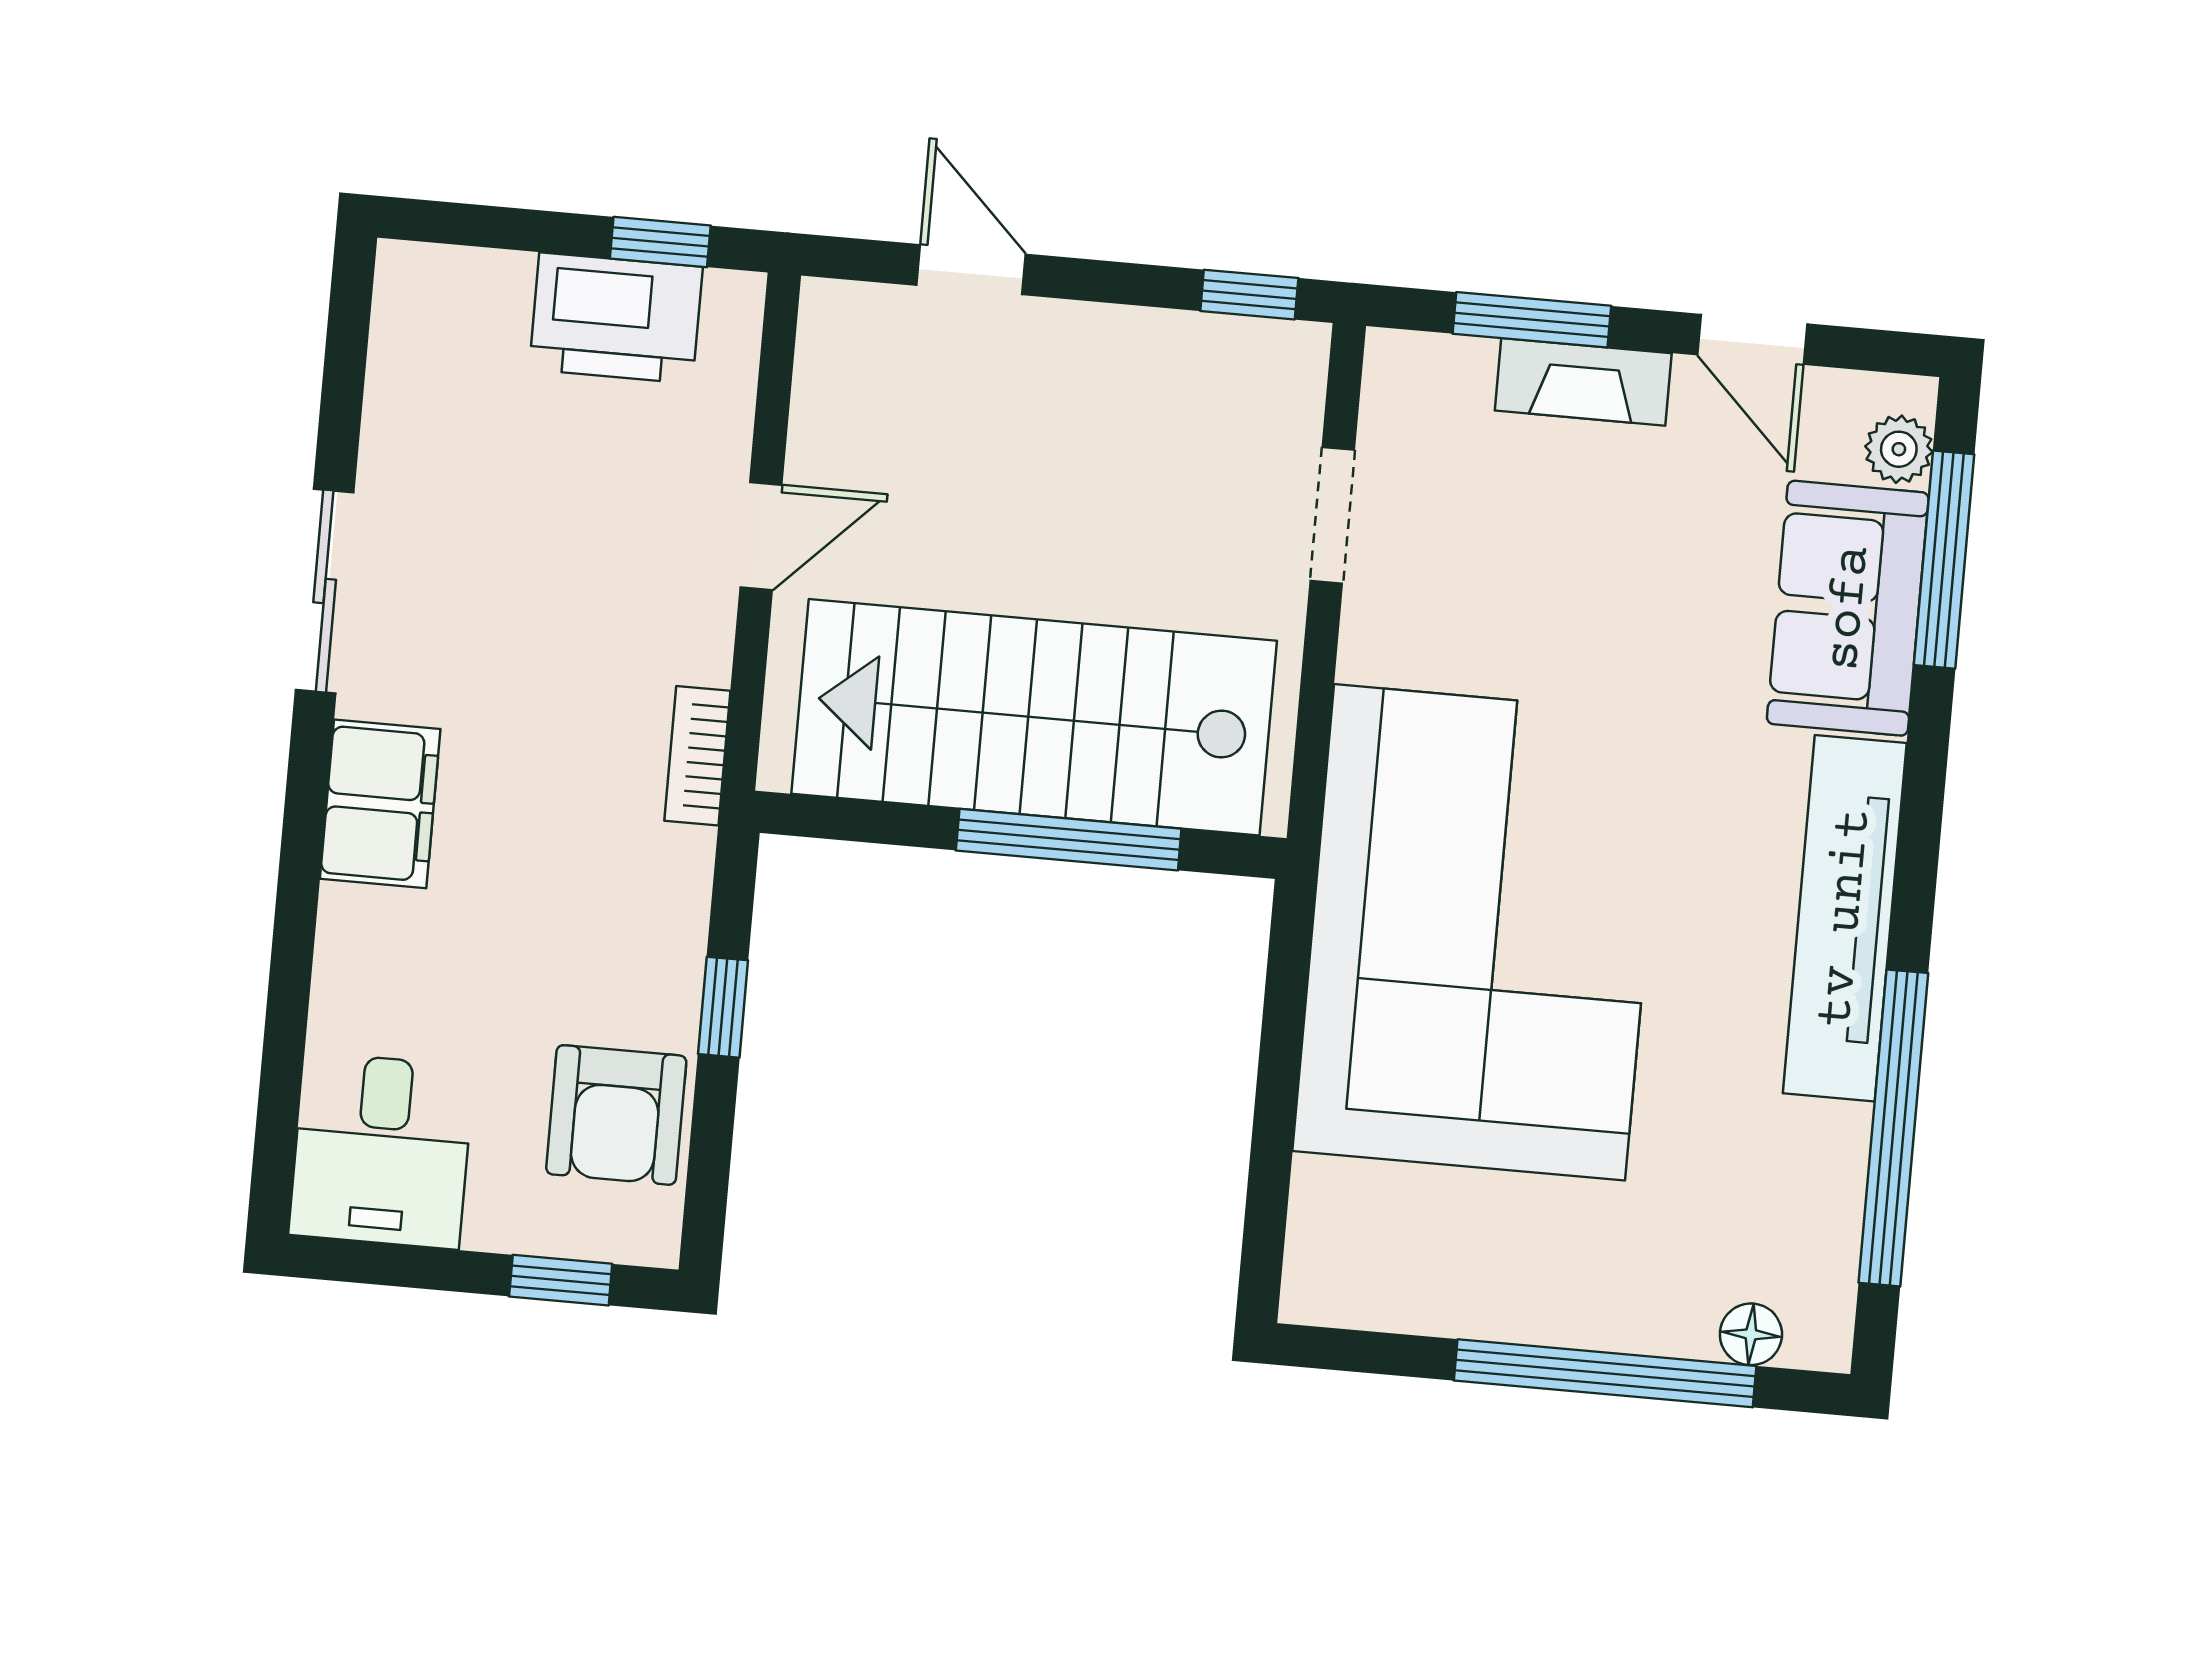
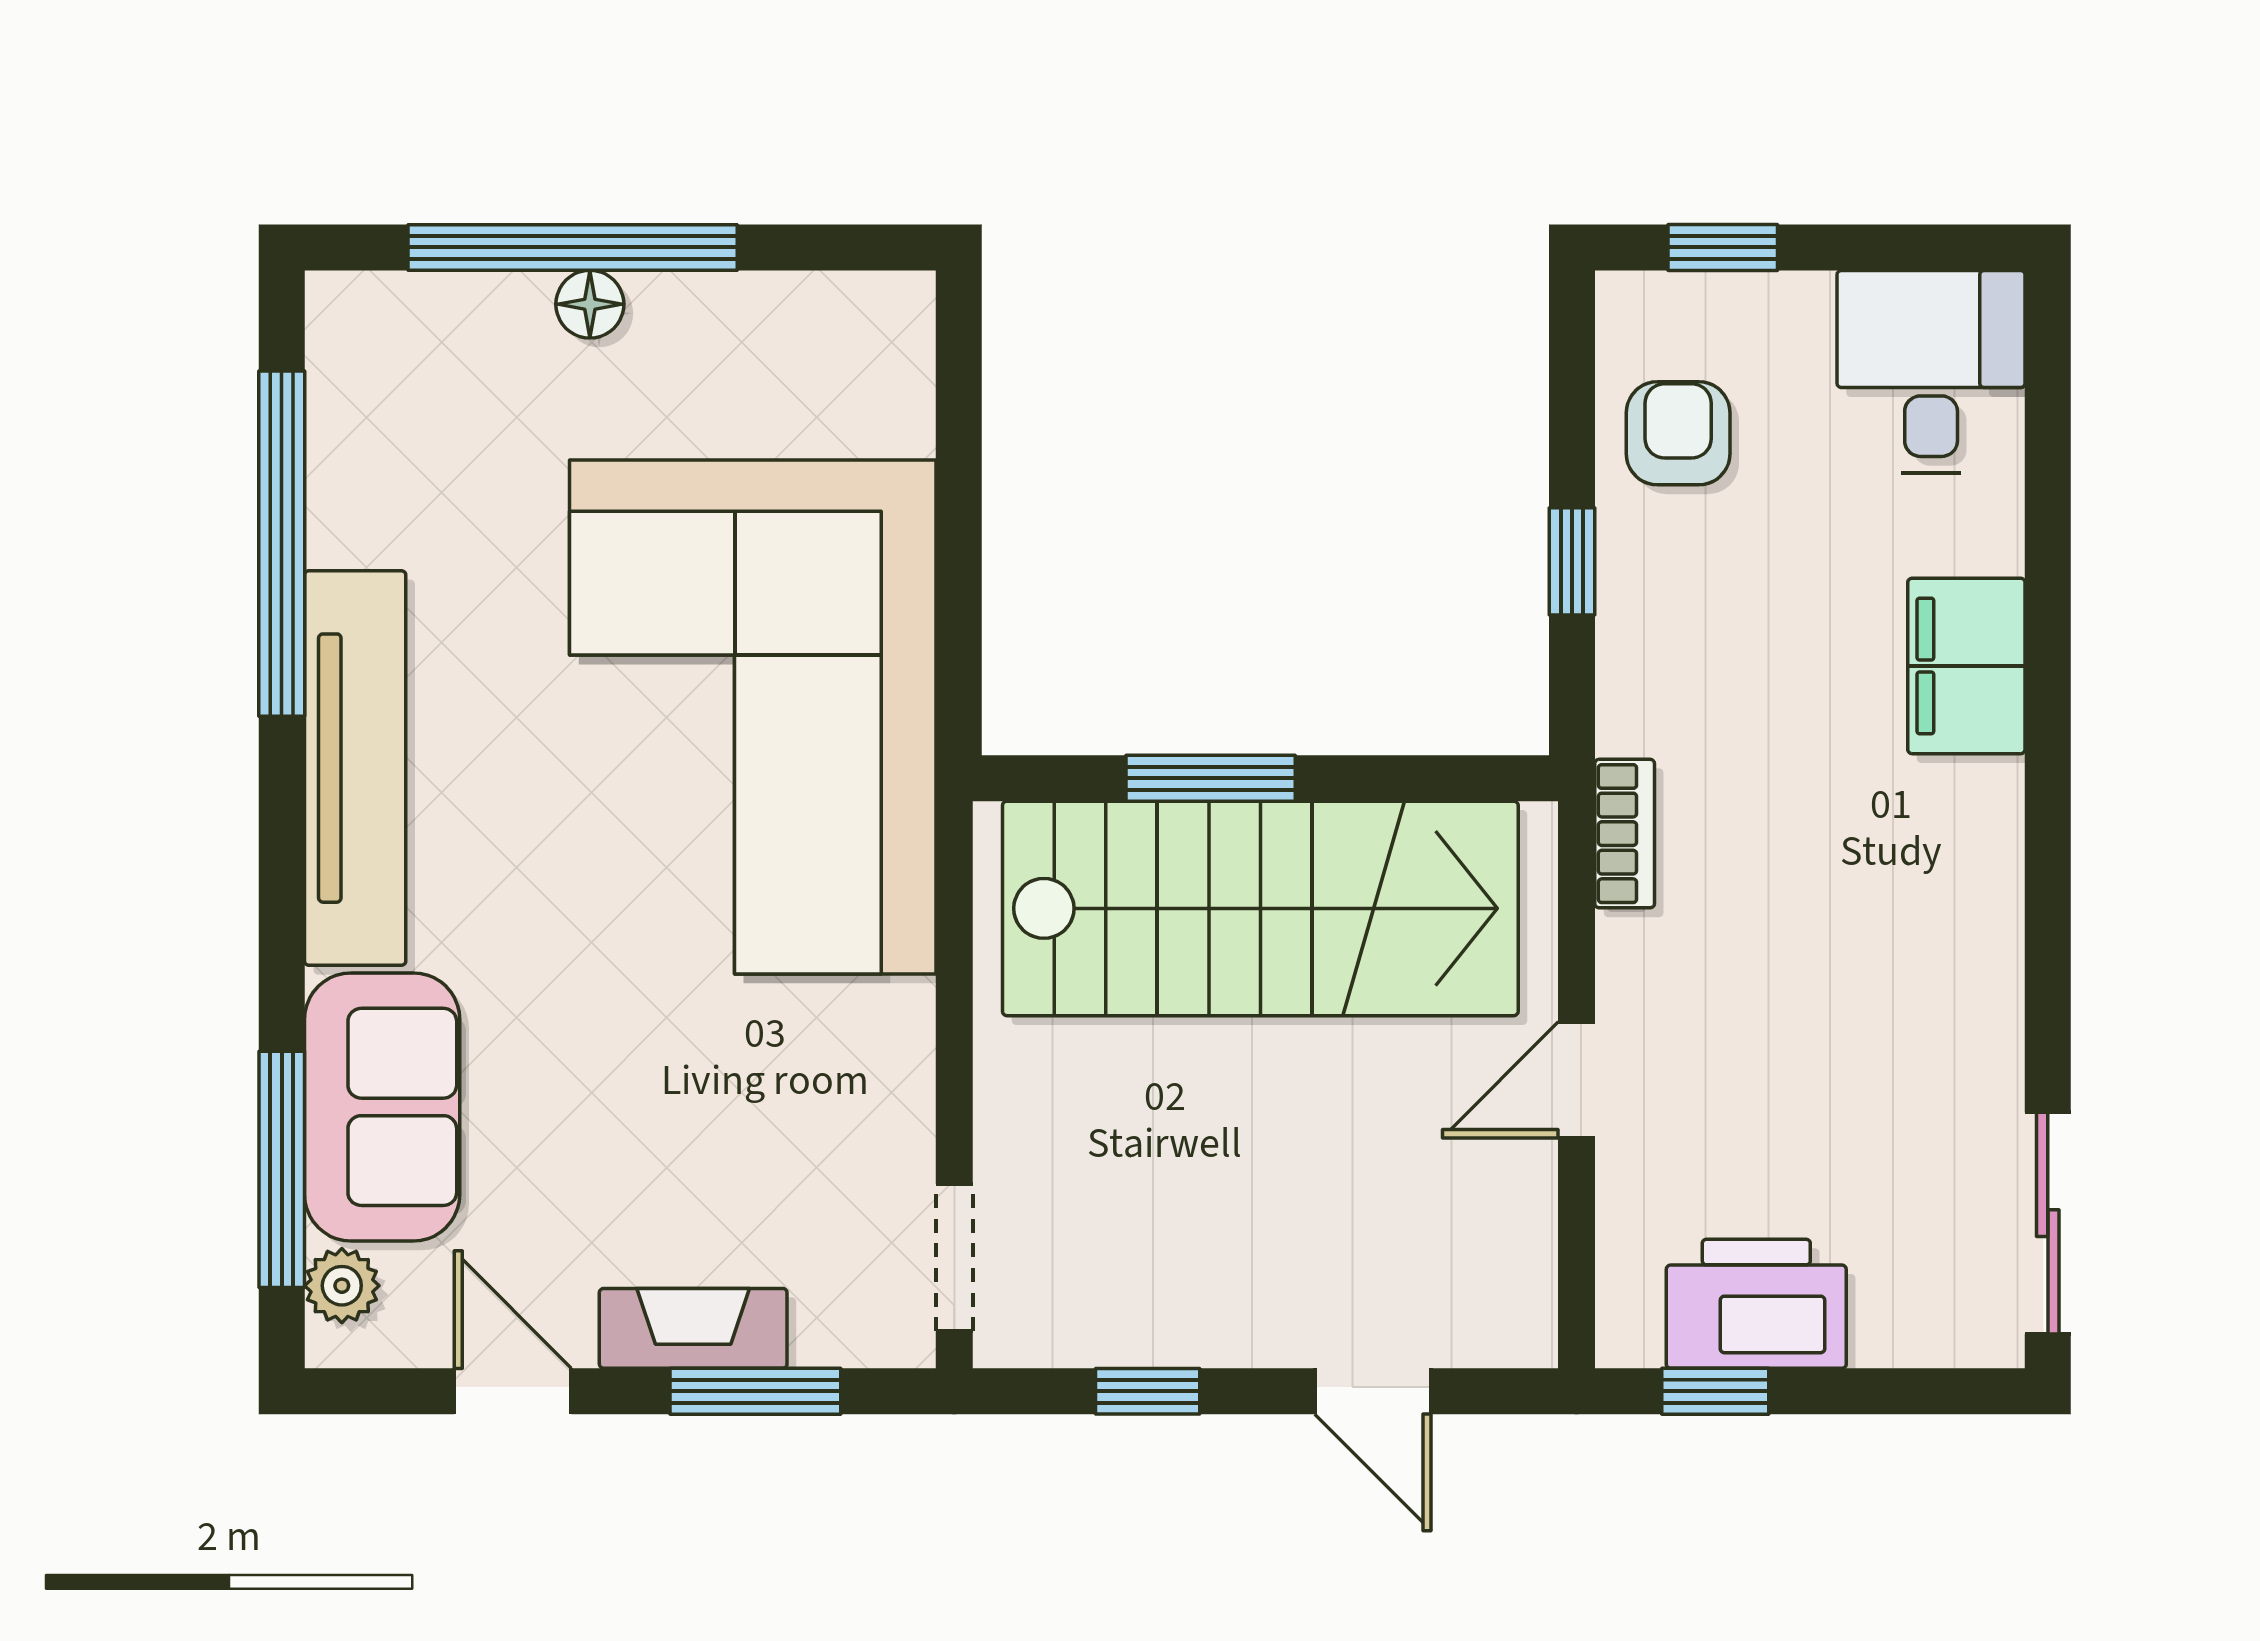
window: (1249, 295) -> (1148, 1391), moved
doorway: (1332, 515) -> (954, 1258), moved
sliding door: (325, 591) -> (2048, 1223), moved
filing cabinet: (380, 804) -> (1966, 666), moved
window: (1069, 840) -> (1211, 778), width x0.69
armchair: (616, 1115) -> (1678, 433), width x0.72, depth x0.72
floor lamp: (1751, 1334) -> (590, 304), moved

